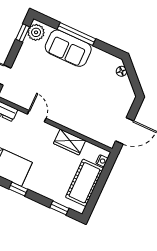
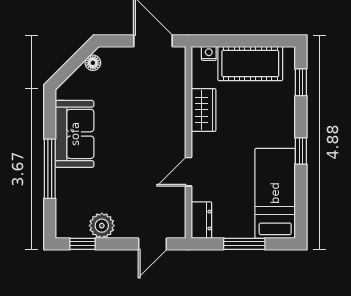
plant: (36, 32) -> (102, 226), moved
sofa: (68, 48) -> (75, 134), moved
floor lamp: (121, 71) -> (93, 63), moved

